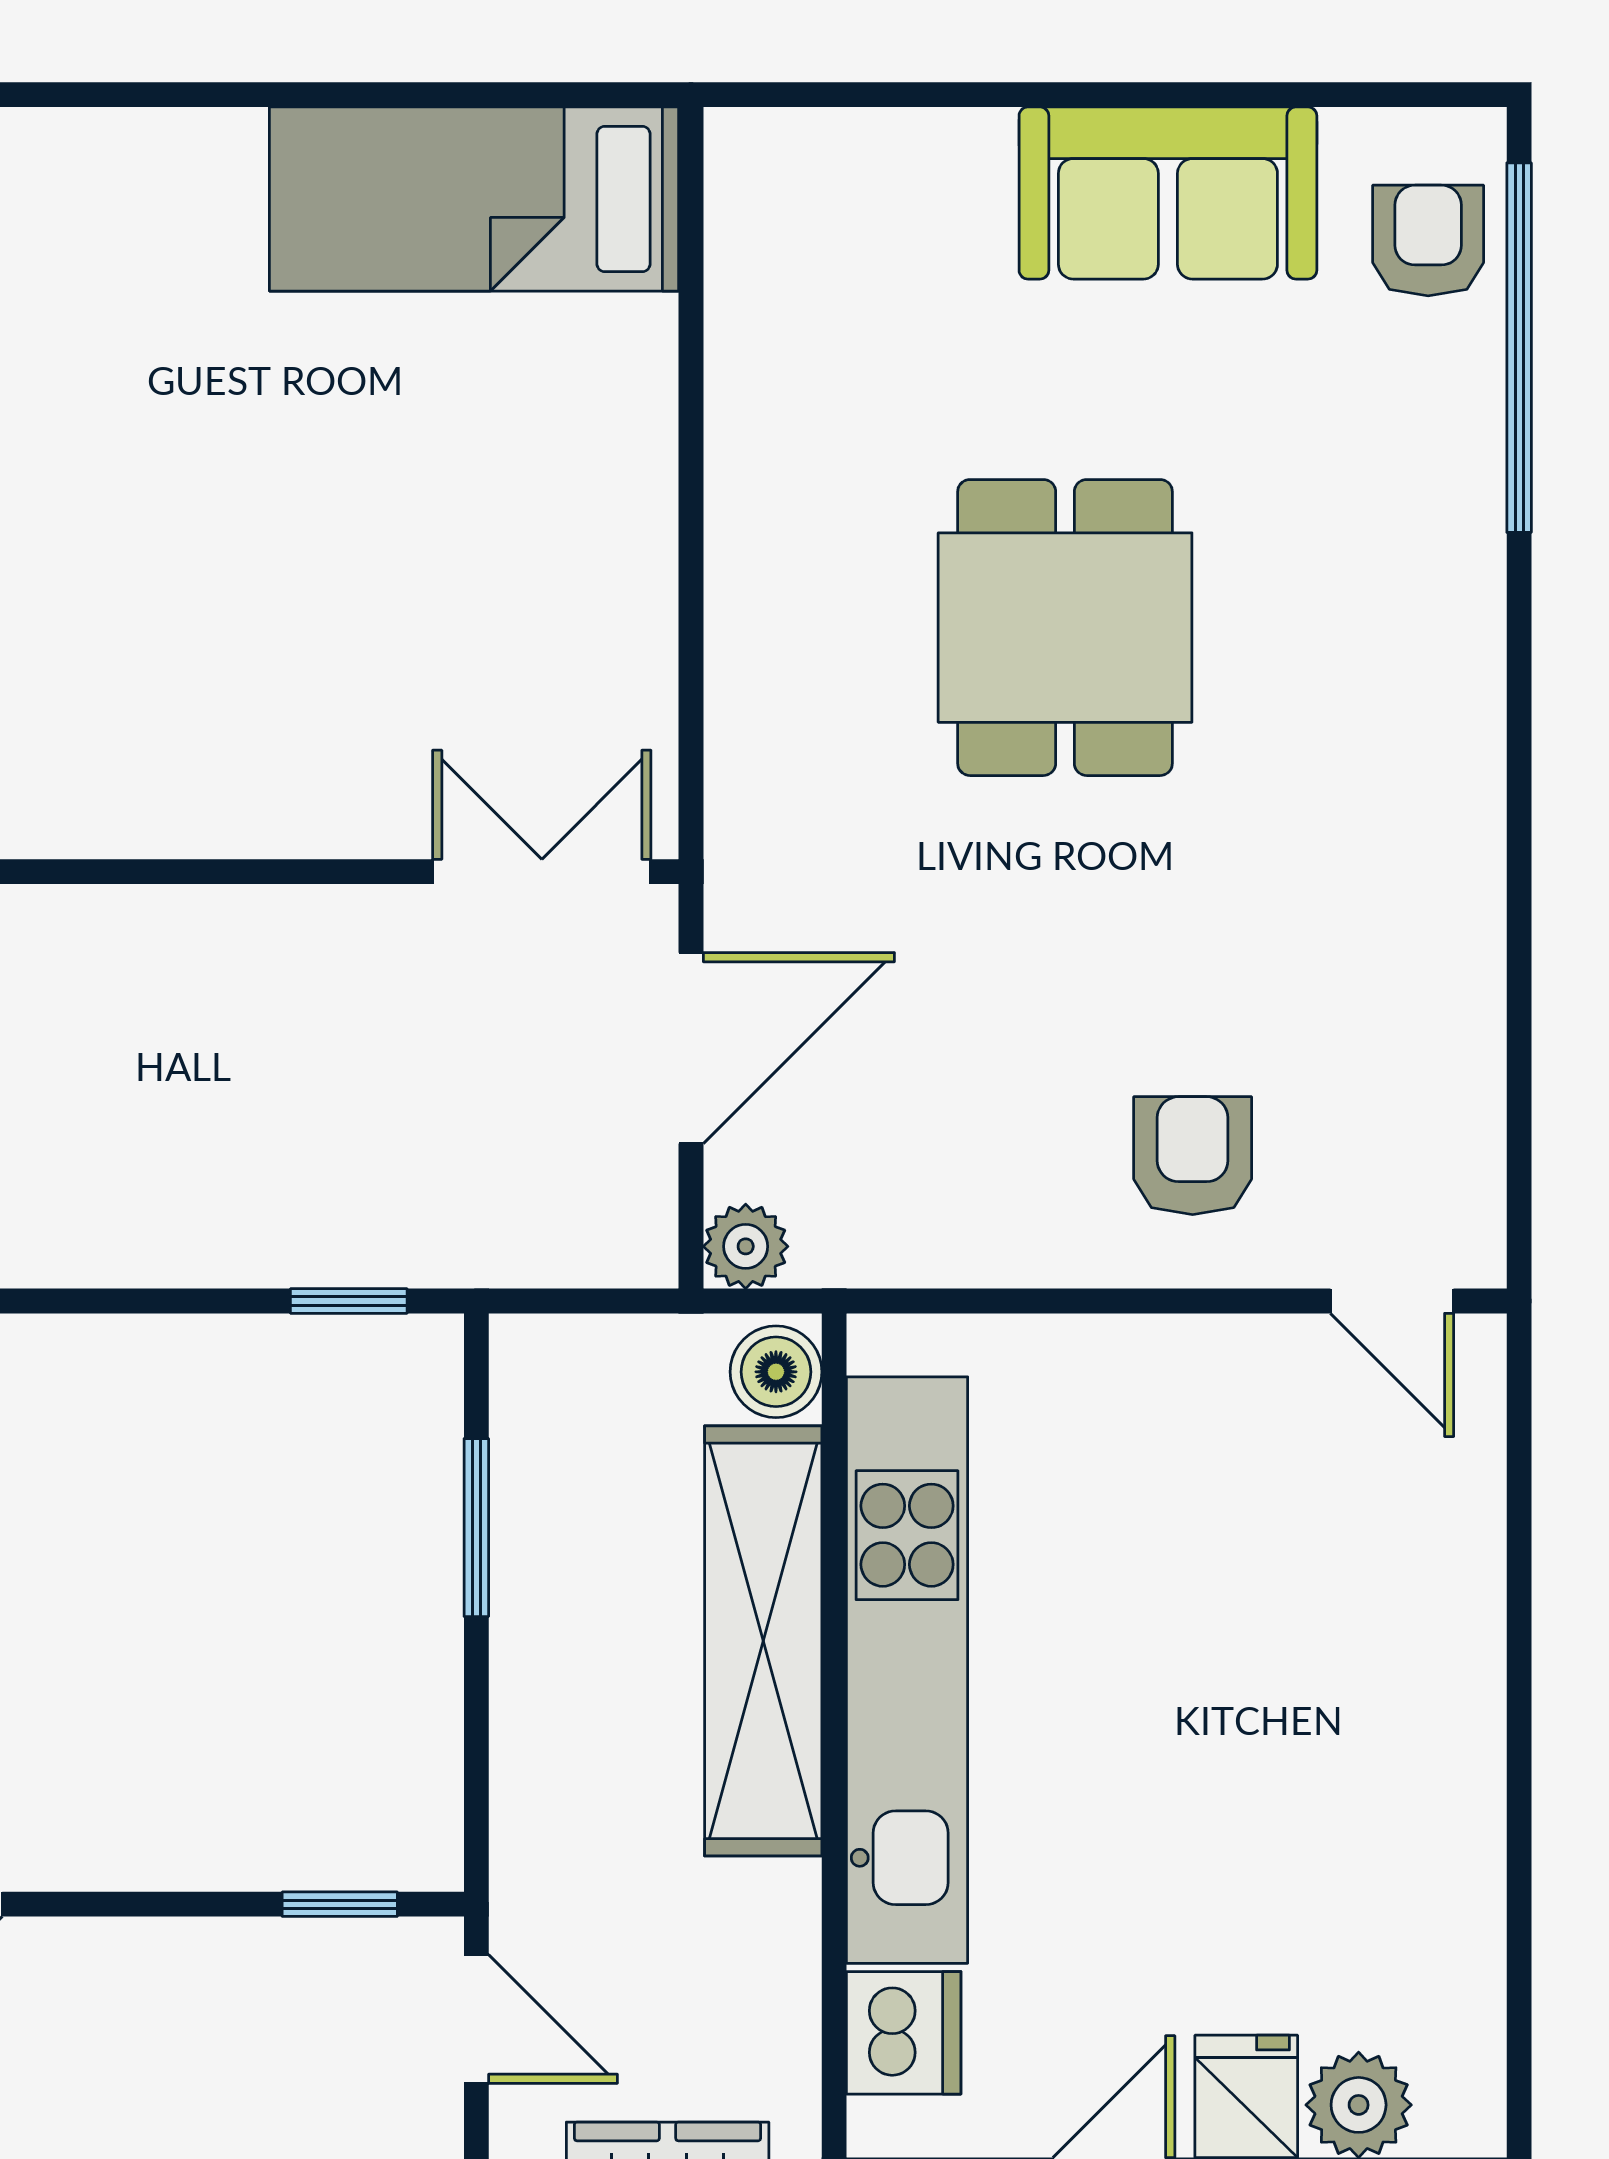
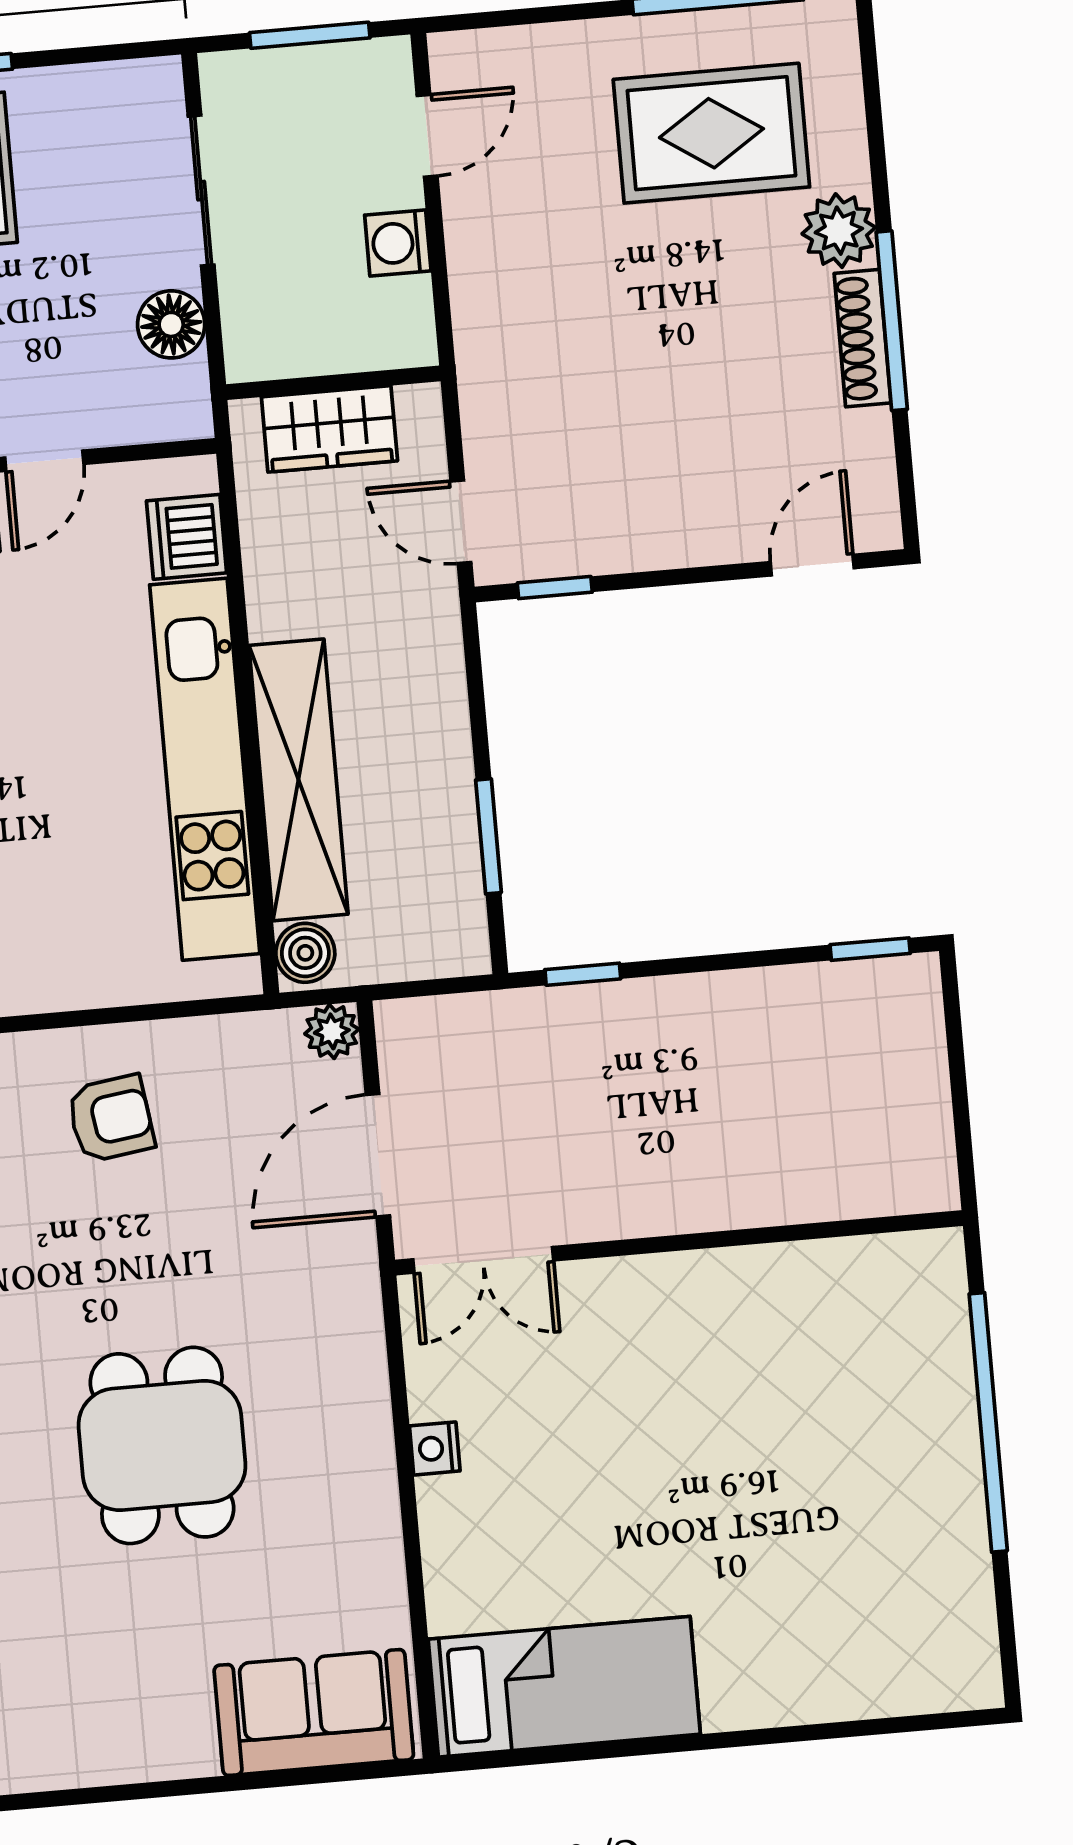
sofa: (1168, 193) -> (314, 1712), moved
nightstand: (643, 586) -> (435, 1448), added
armchair: (1193, 1156) -> (111, 1119), moved, turned -98

